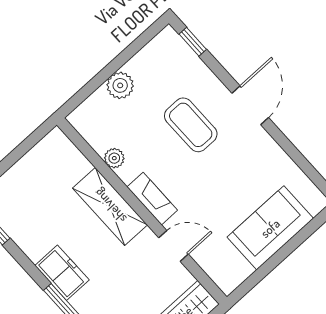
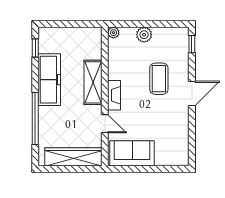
plant: (114, 158) -> (113, 33), moved
sofa: (270, 228) -> (132, 153), moved
freezer: (62, 273) -> (49, 80), width x1.91, depth x1.26

